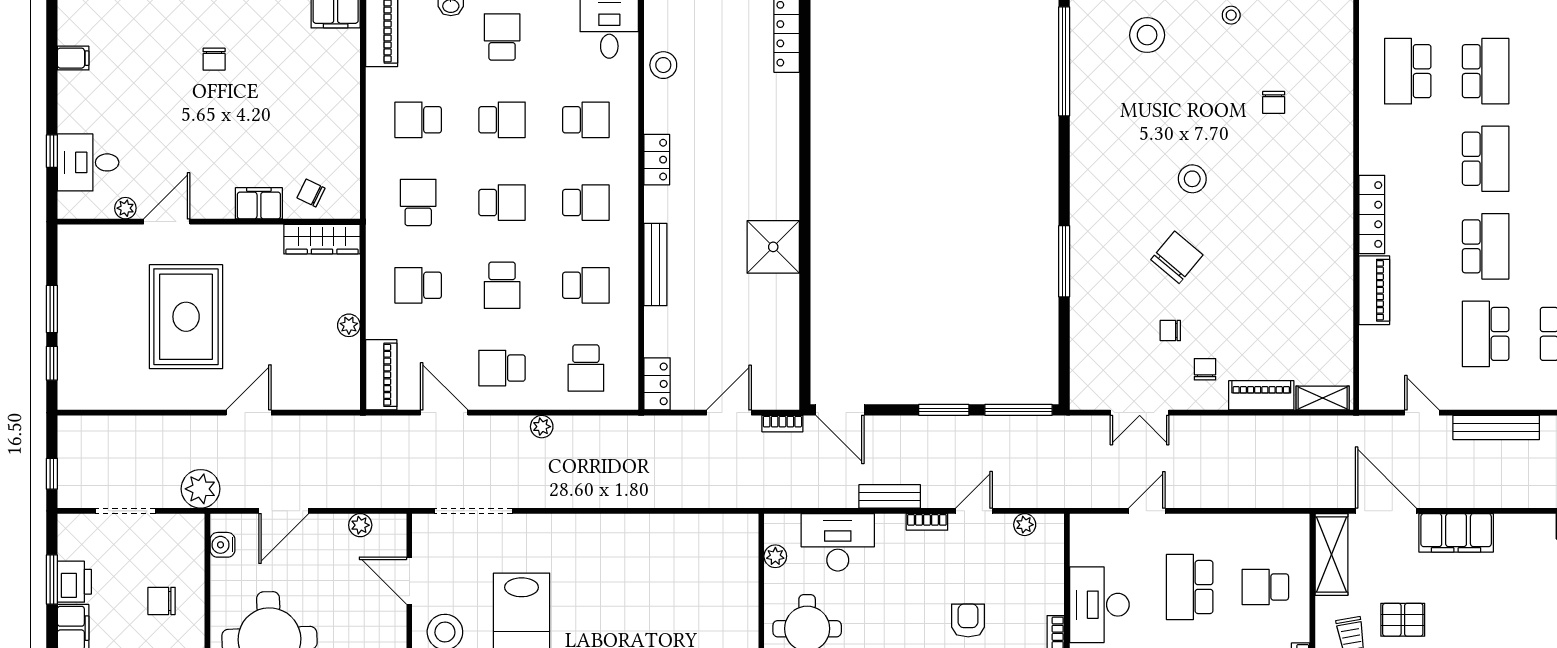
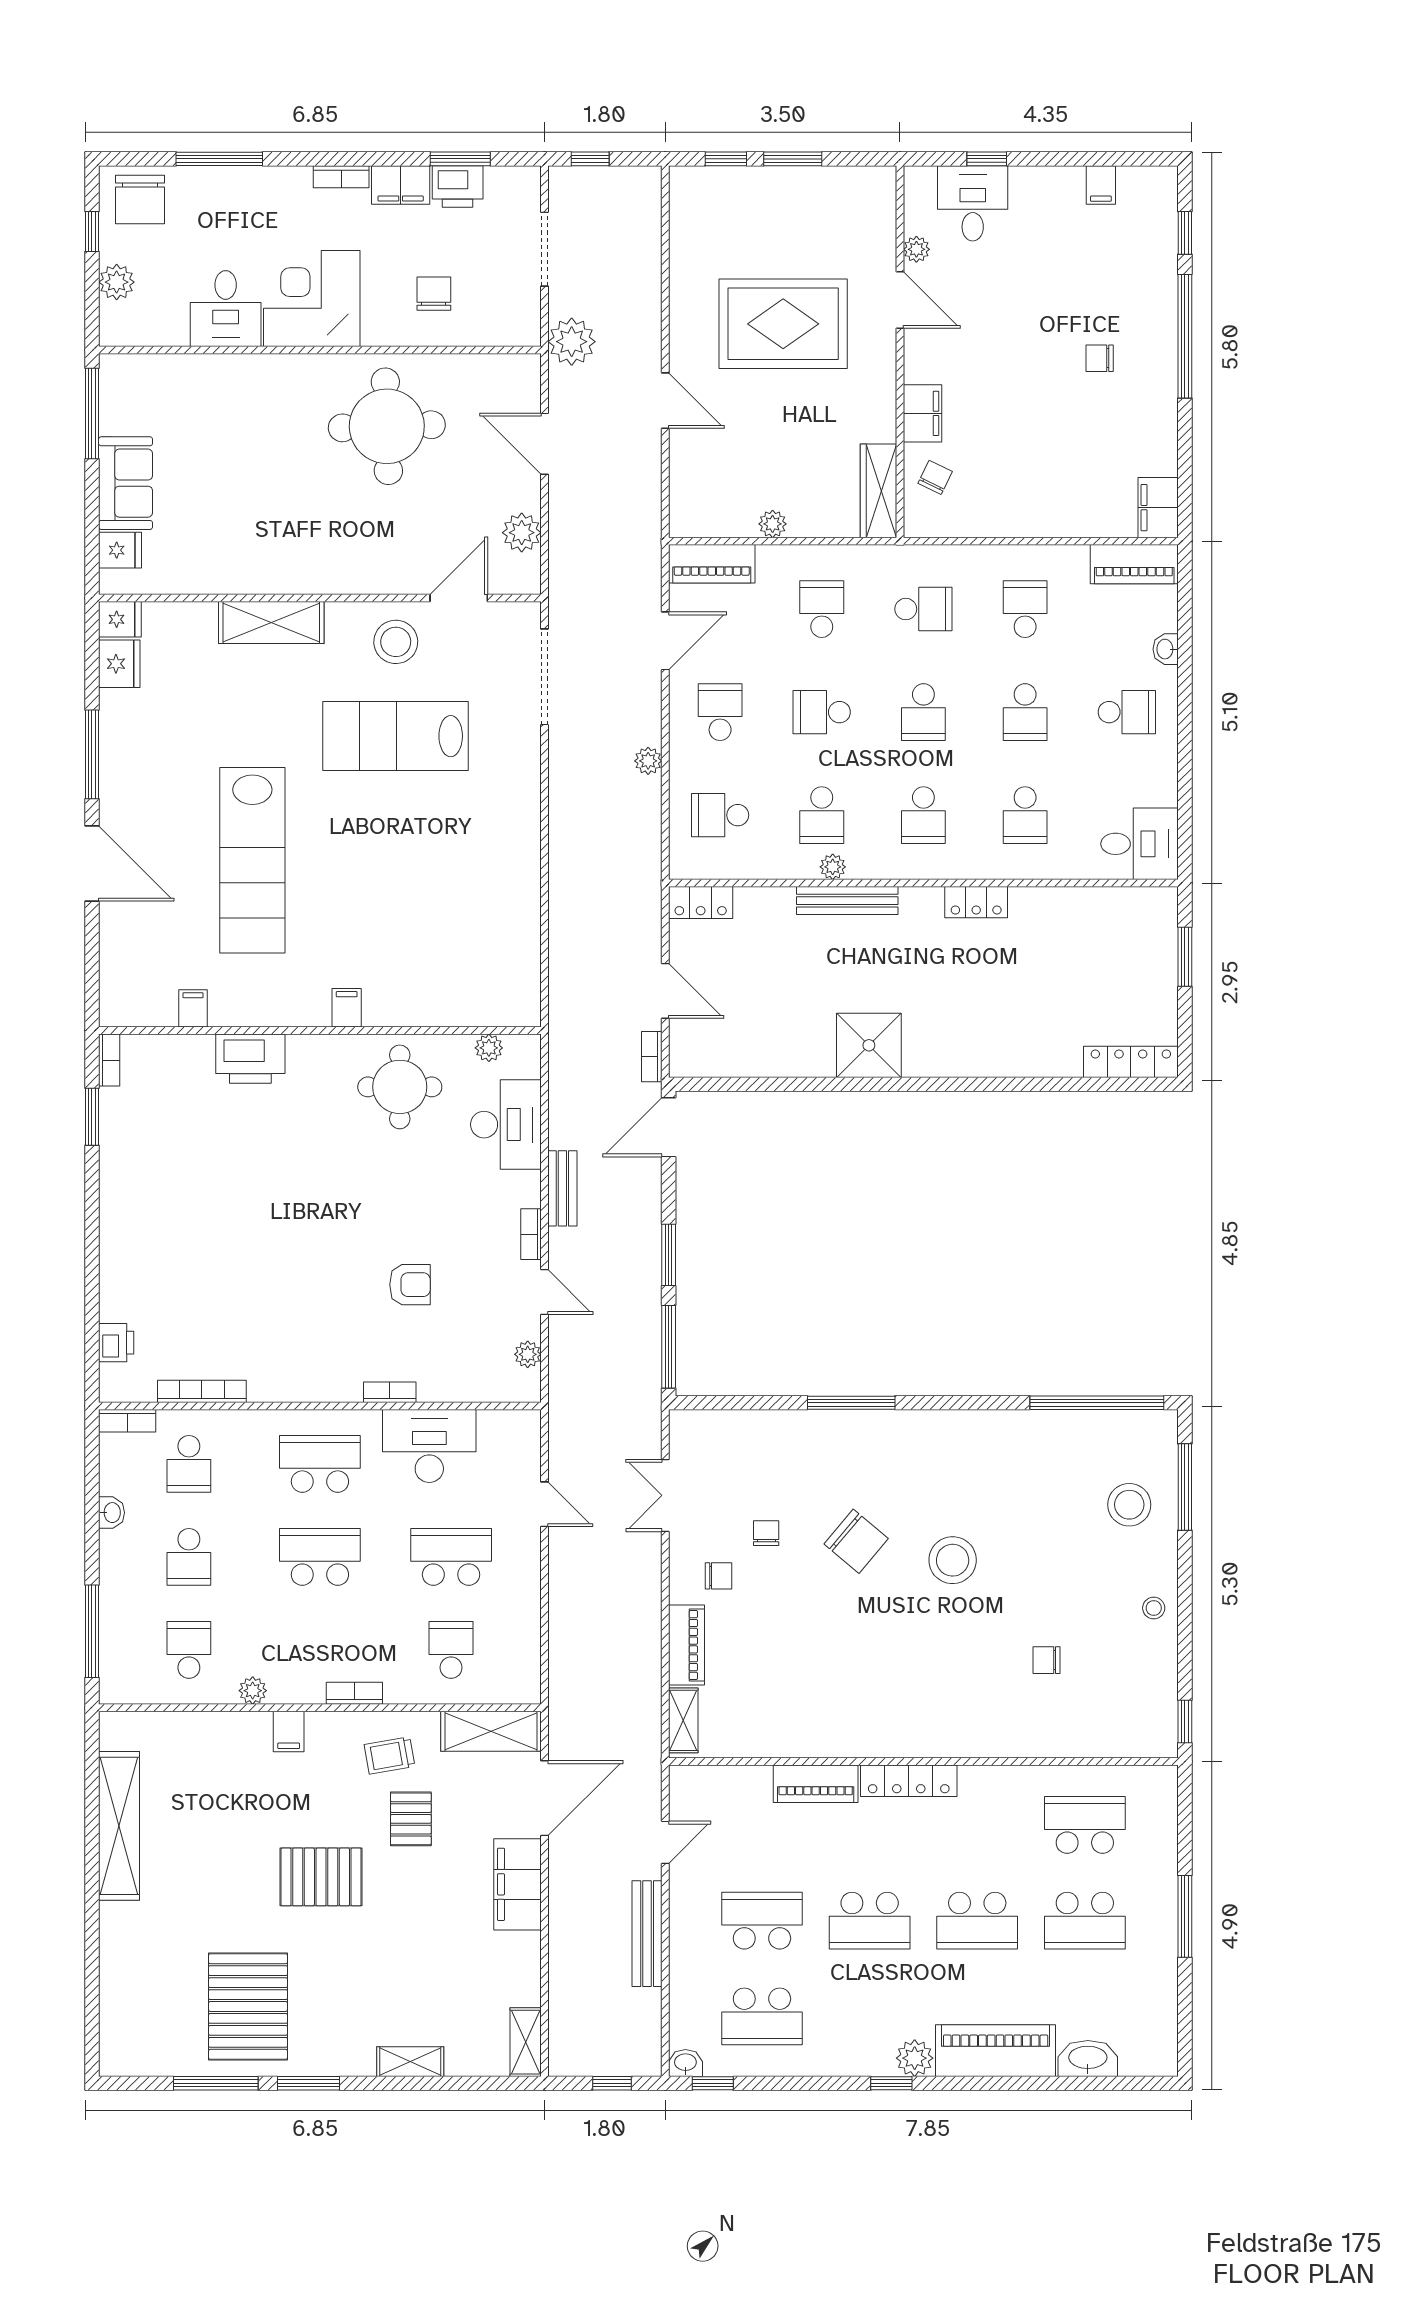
stool: (663, 65) -> (1092, 910), removed
stool: (1192, 179) -> (953, 1560), width x1.38, depth x1.38
plant: (628, 276) -> (833, 867), added
plant: (360, 525) -> (522, 533), width x1.38, depth x1.38
water cooler: (222, 545) -> (503, 369), removed

